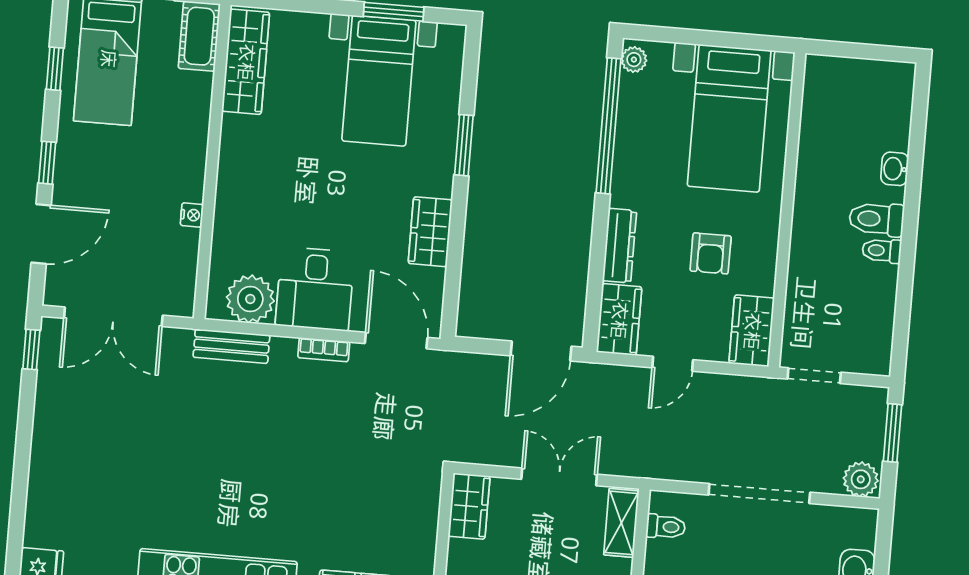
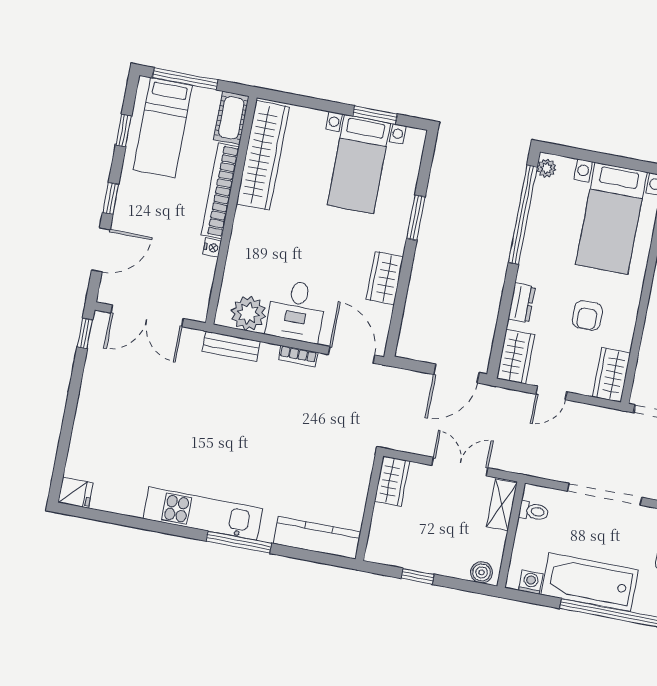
wardrobe: (246, 62) -> (263, 155), width x1.40, depth x1.17
bookcase: (195, 137) -> (220, 191), added
dresser: (620, 246) -> (522, 303), width x0.70

